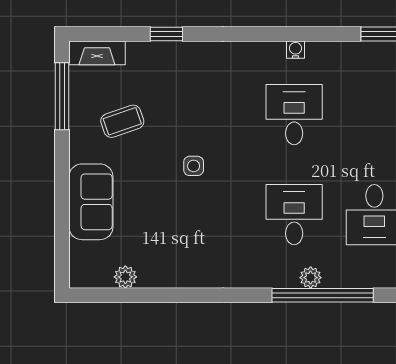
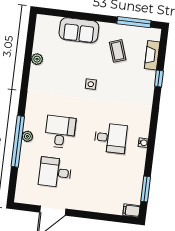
fireplace: (97, 53) -> (152, 55), moved
desk: (294, 215) -> (60, 132), turned -90
plant: (125, 277) -> (37, 59), moved

